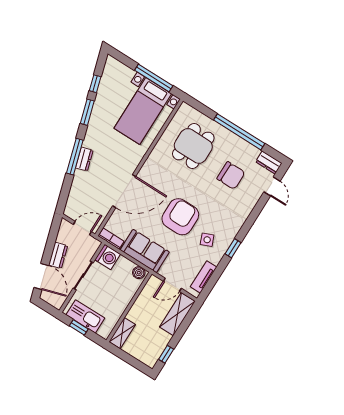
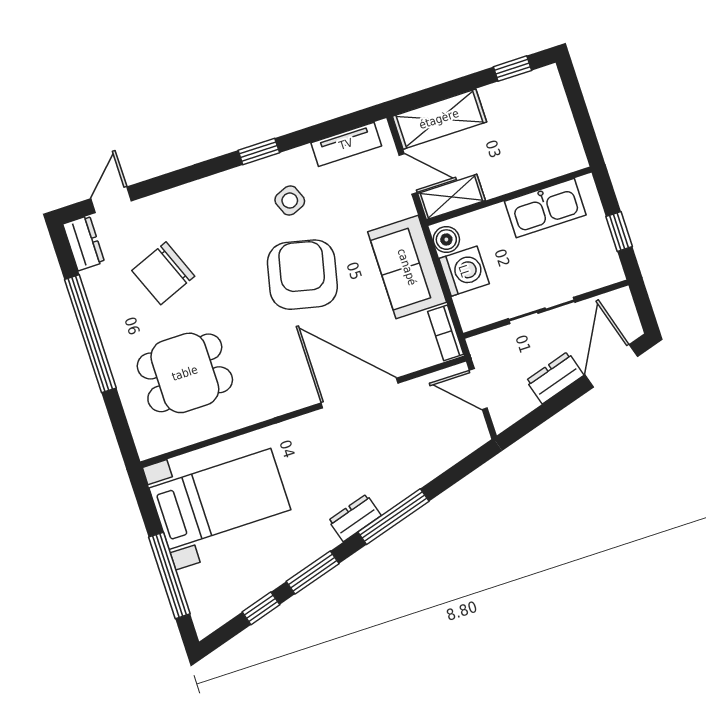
window: (154, 78) -> (169, 575), moved
dresser: (84, 159) -> (355, 518), moved
chair: (231, 175) -> (163, 273), turned -112
armchair: (180, 217) -> (302, 275), turned 103
washing machine: (108, 257) -> (464, 271), moved, turned 90
kitchen sink: (85, 316) -> (545, 208), moved, turned -90
shelving: (122, 333) -> (451, 197), moved

